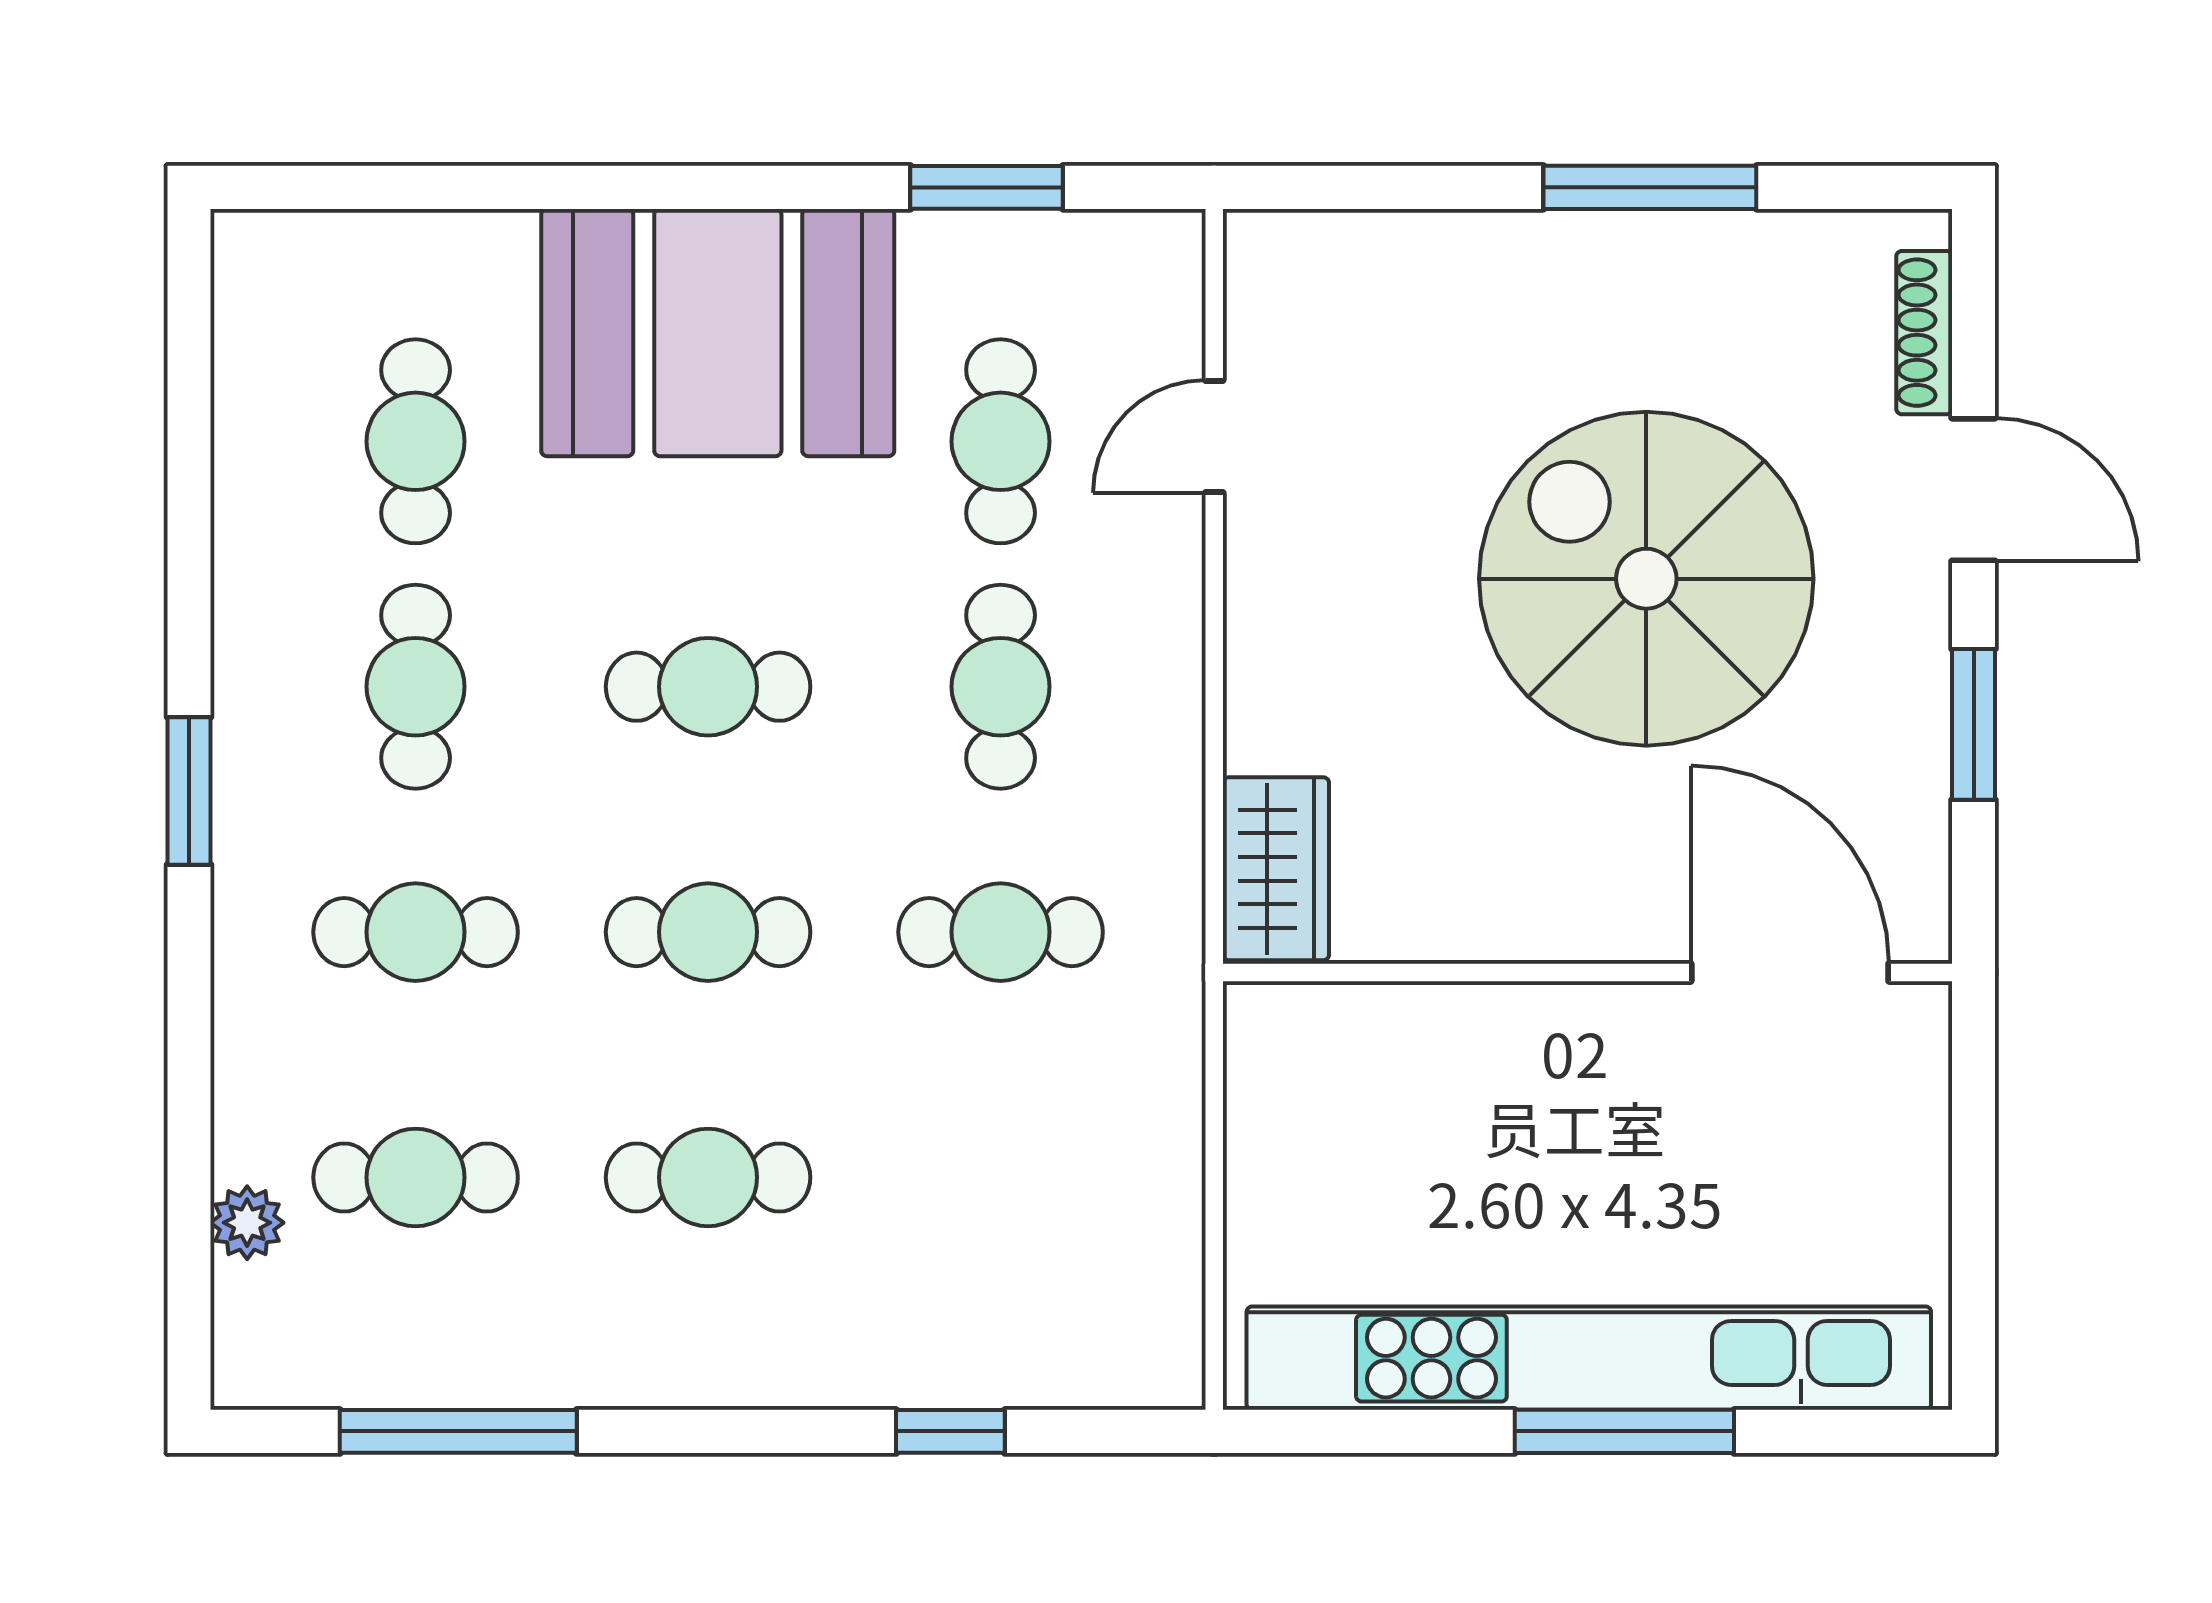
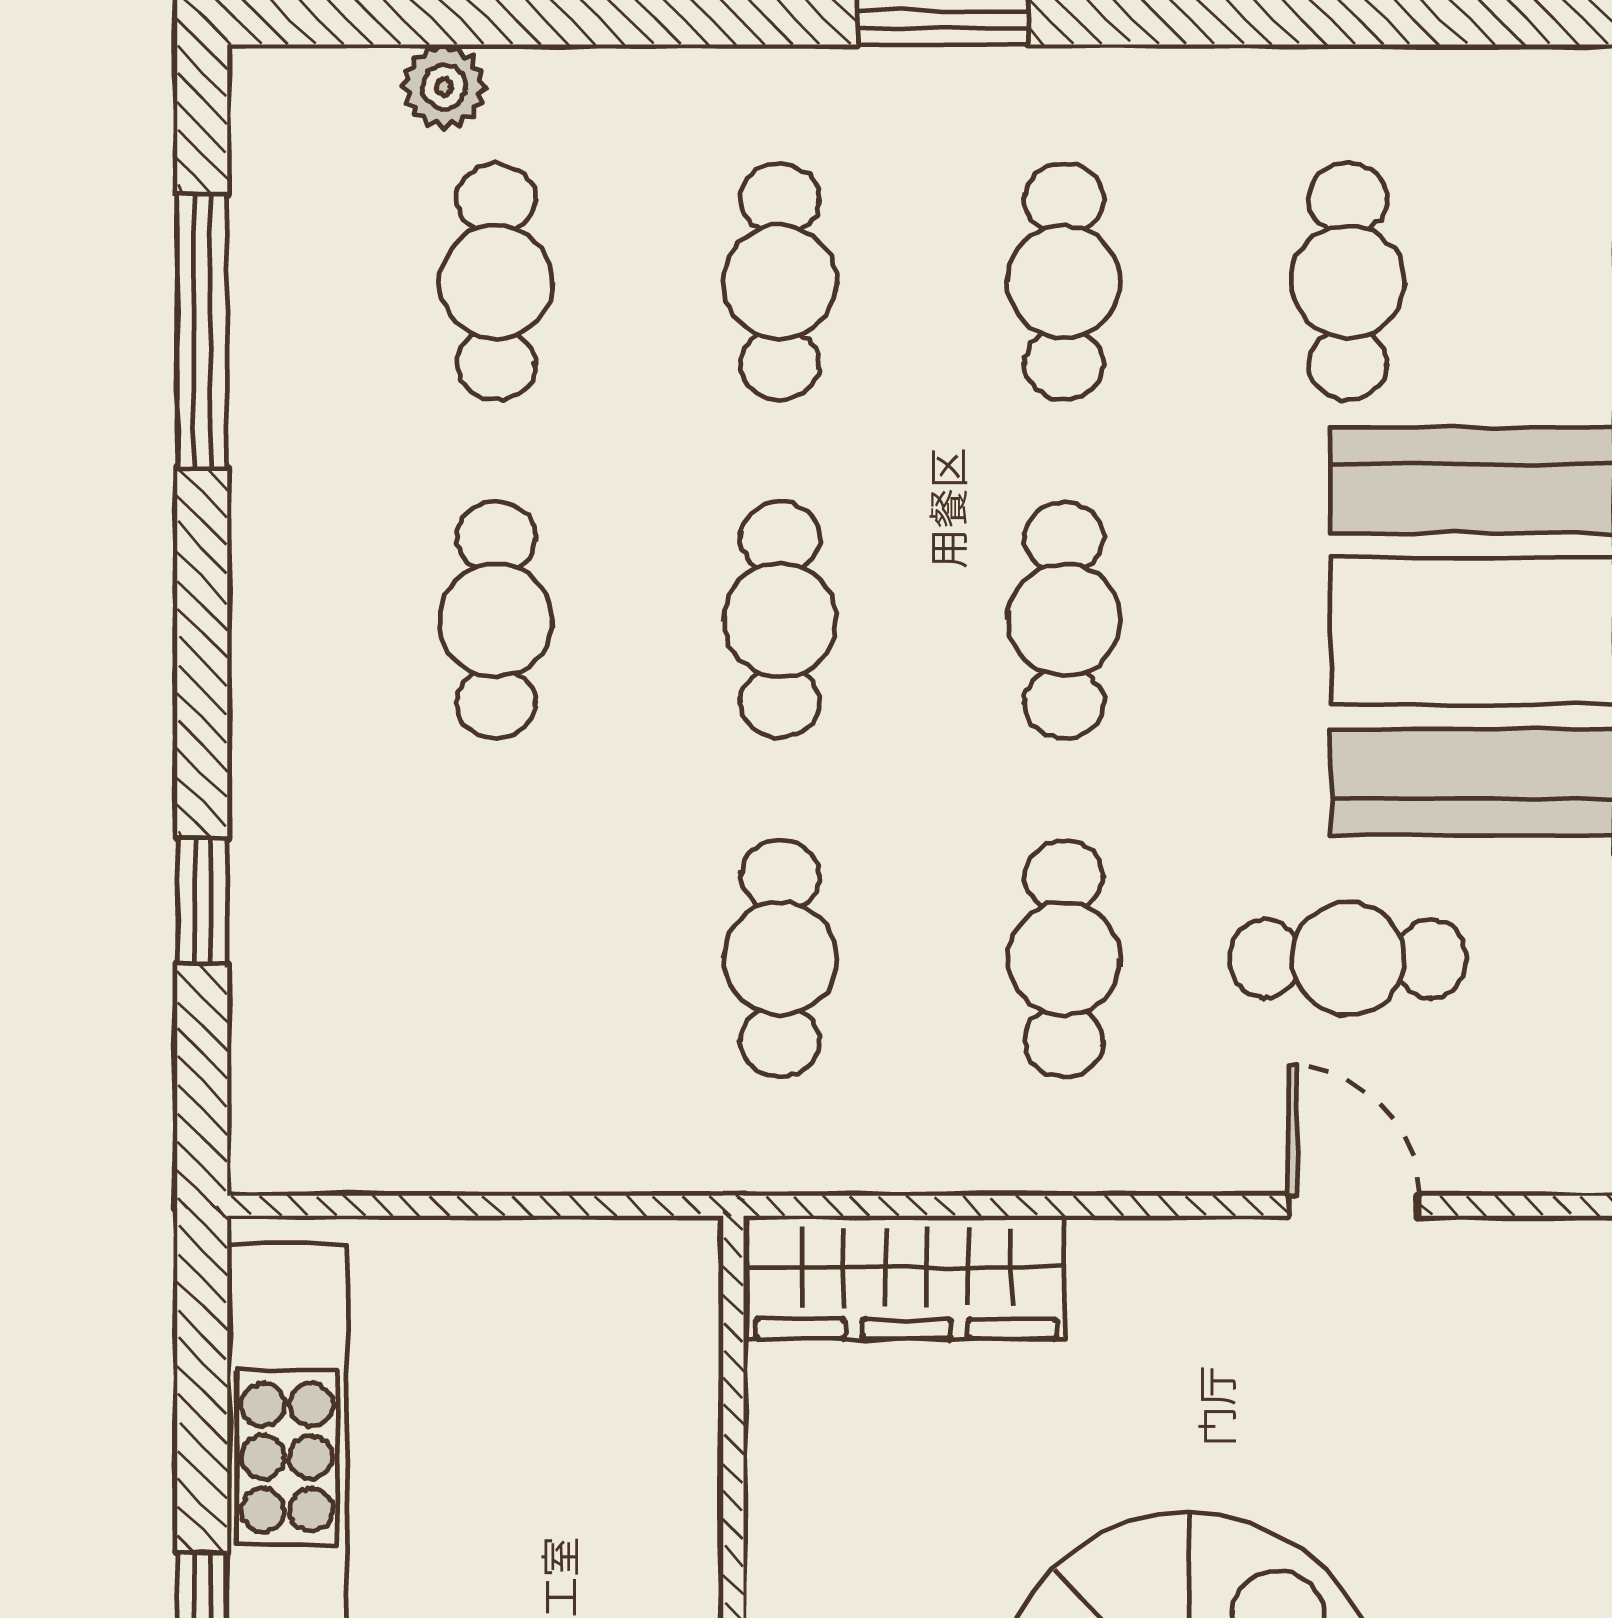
cafe table: (416, 441) -> (1348, 282), turned 90
cafe table: (416, 687) -> (1064, 282), turned 90
cafe table: (1001, 687) -> (1064, 959), turned 90
wardrobe: (1276, 869) -> (906, 1277), width x1.50

